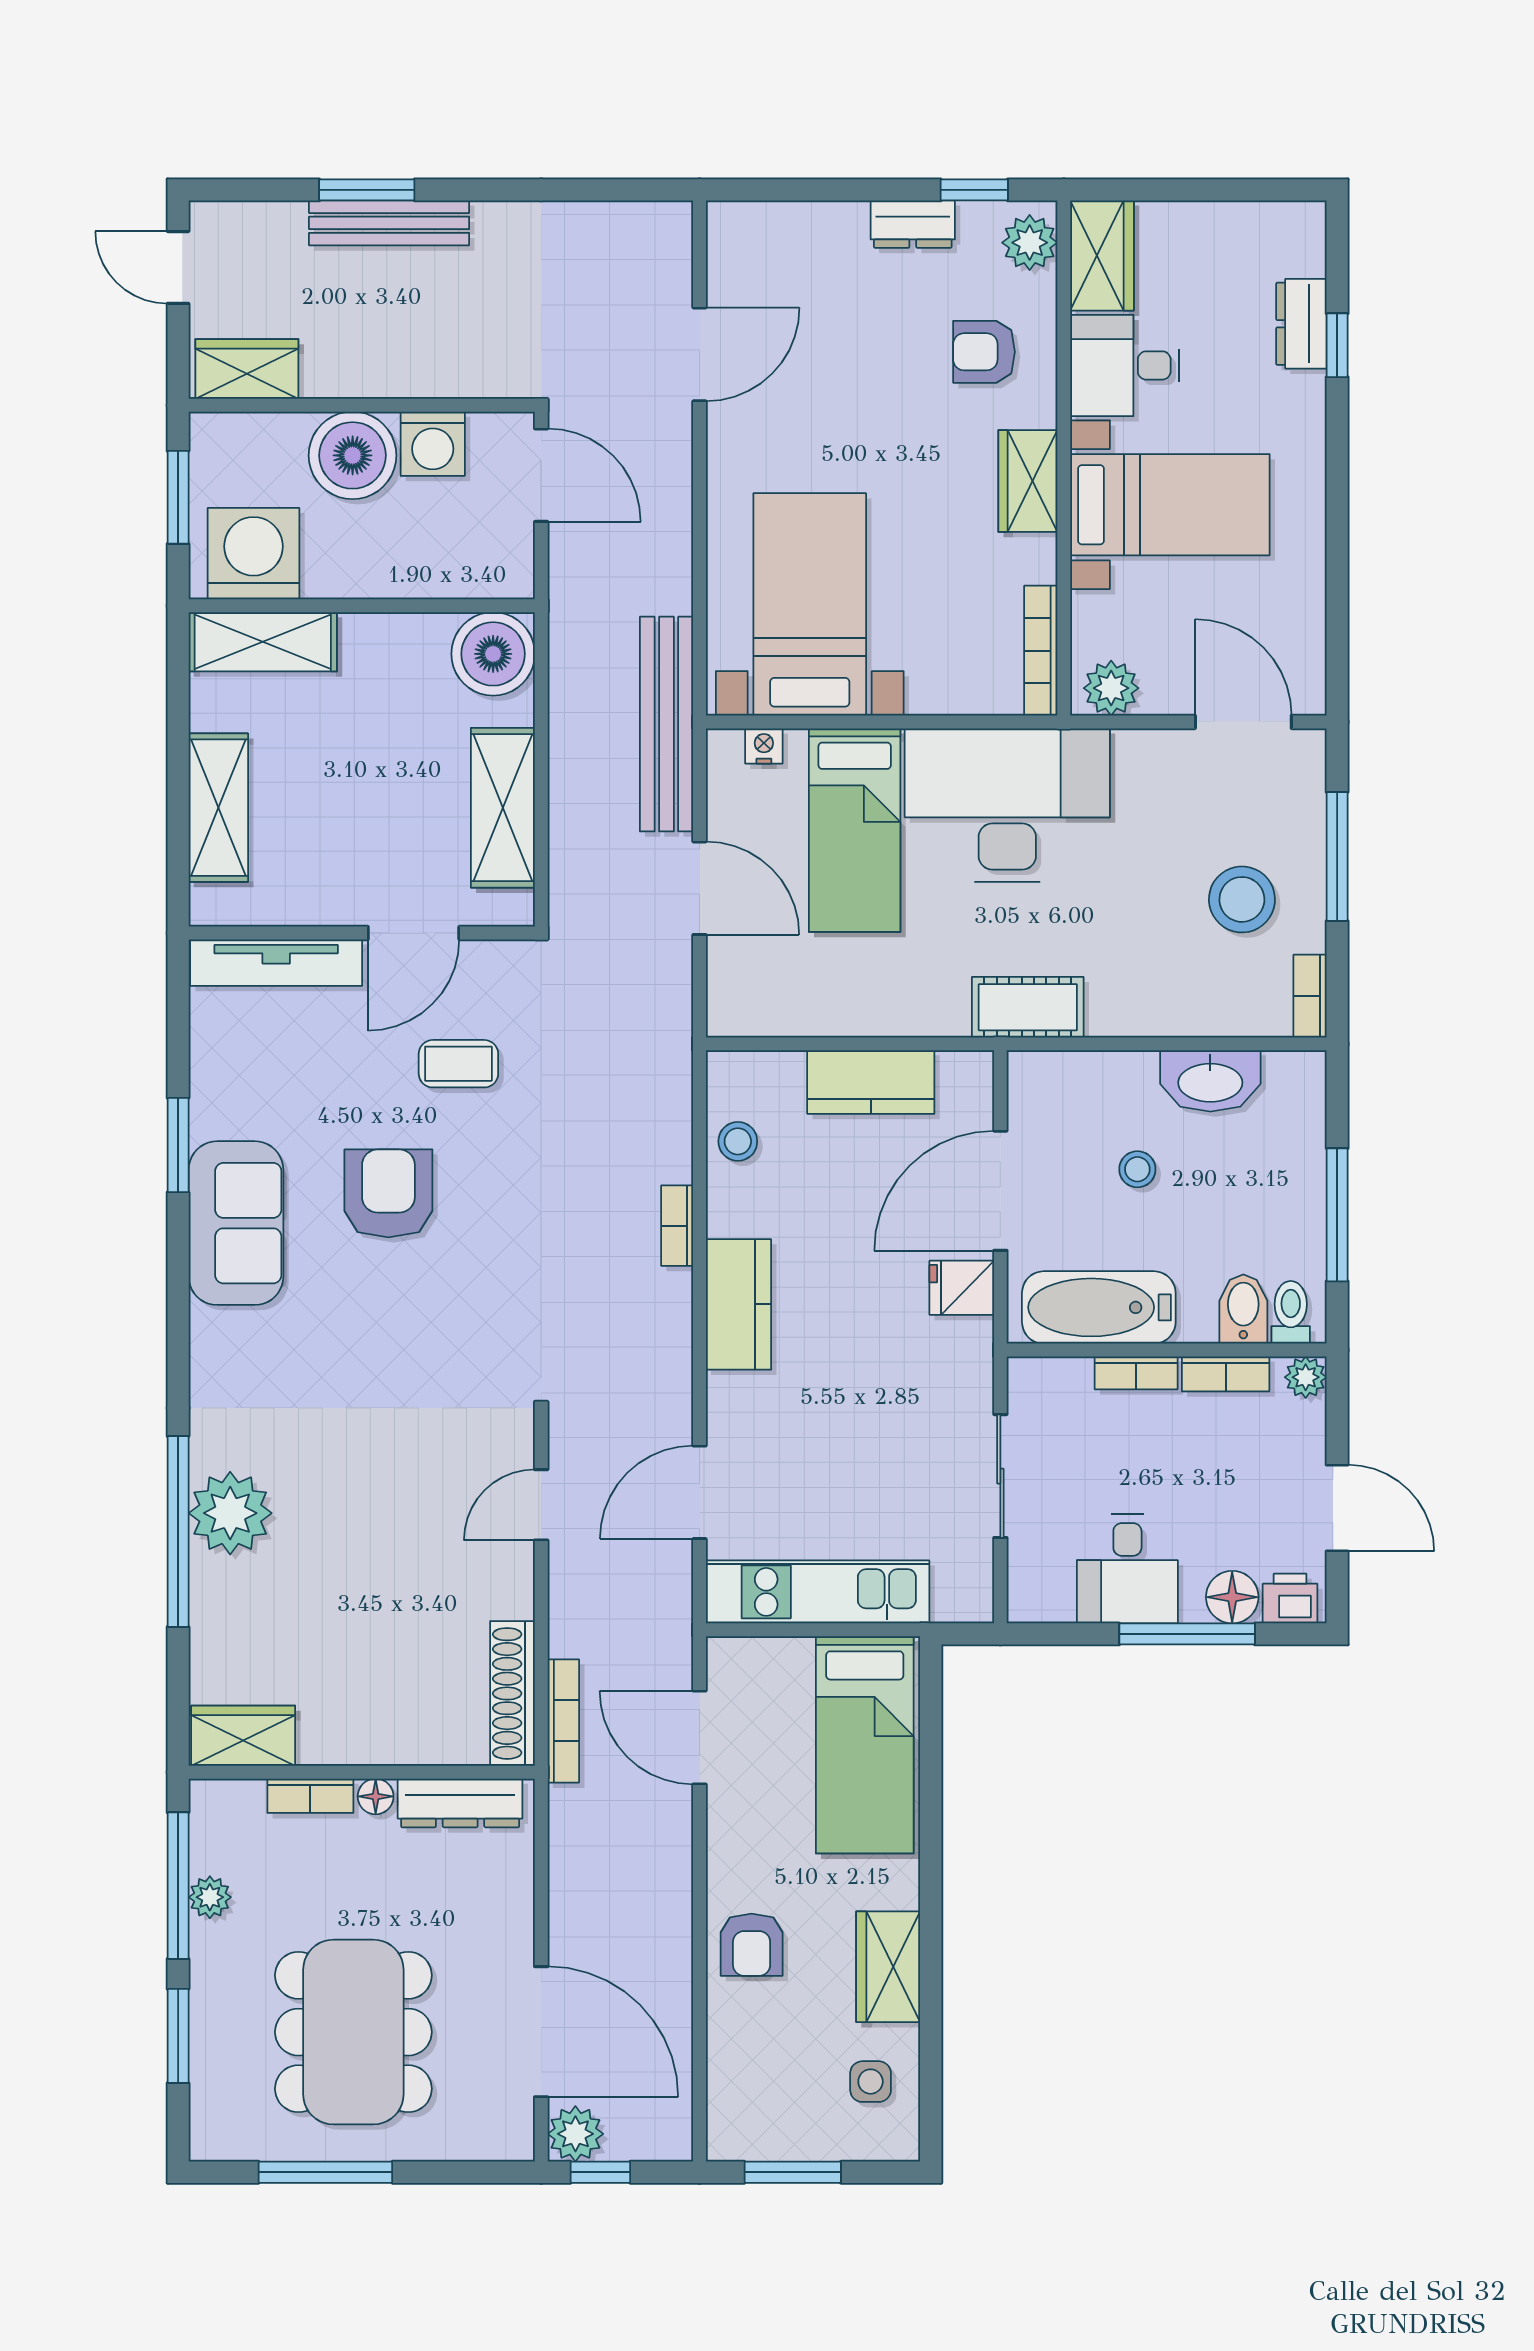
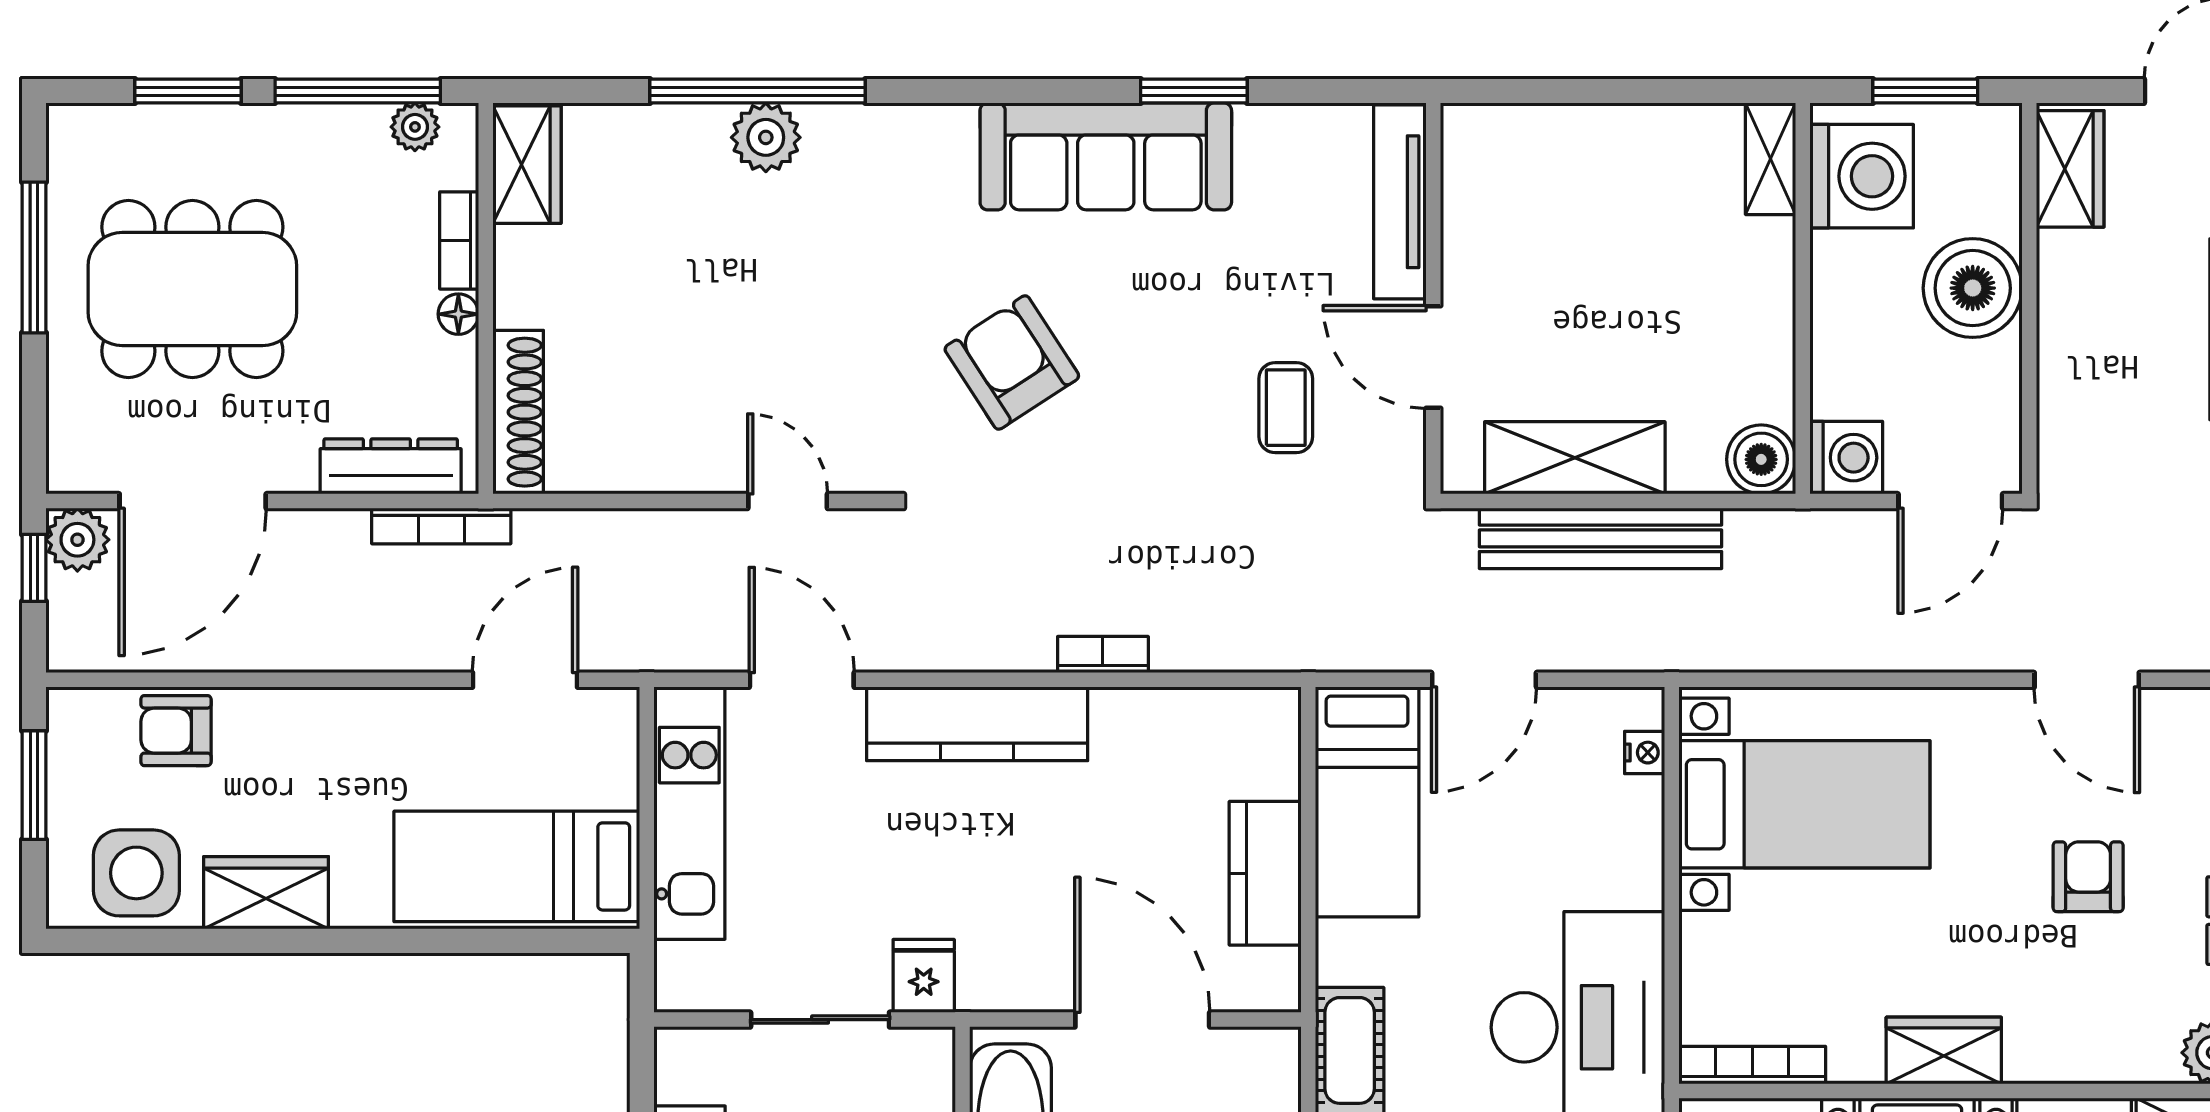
armchair: (984, 352) -> (2088, 877), moved
washing machine: (433, 444) -> (1846, 458), moved, turned 180
shelving: (263, 642) -> (1771, 159), width x0.67, depth x0.75
boiler: (493, 654) -> (1761, 459), width x0.73, depth x0.73
bench: (666, 724) -> (1600, 538), moved
shelving: (218, 808) -> (1575, 136), removed
bed: (855, 830) -> (1367, 802), moved, turned -90
stool: (738, 1141) -> (1198, 723), removed
armchair: (388, 1193) -> (1012, 362), moved, turned -123
sofa: (236, 1223) -> (1106, 156), width x1.36
fridge: (962, 1288) -> (924, 976), moved
kitchen counter: (739, 1304) -> (977, 724), width x1.50
plant: (230, 1513) -> (766, 137), width x0.73, depth x0.73
shoe rack: (512, 1693) -> (518, 412), moved, turned 90
bookcase: (563, 1721) -> (441, 526), moved
dresser: (460, 1803) -> (391, 466), moved, turned 90
plant: (210, 1897) -> (415, 127), moved
armchair: (752, 1945) -> (176, 731), moved
side table: (871, 2082) -> (136, 873), width x1.87, depth x1.87

